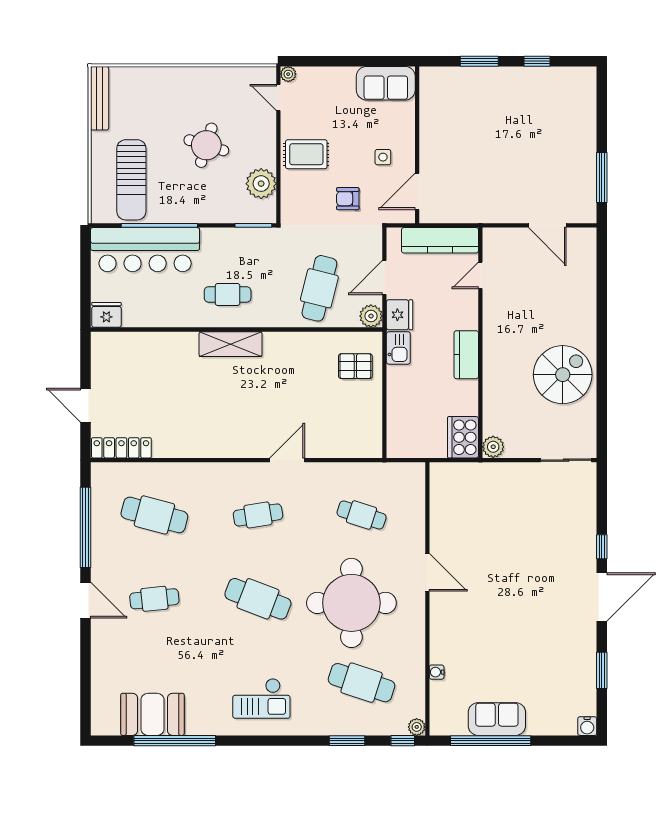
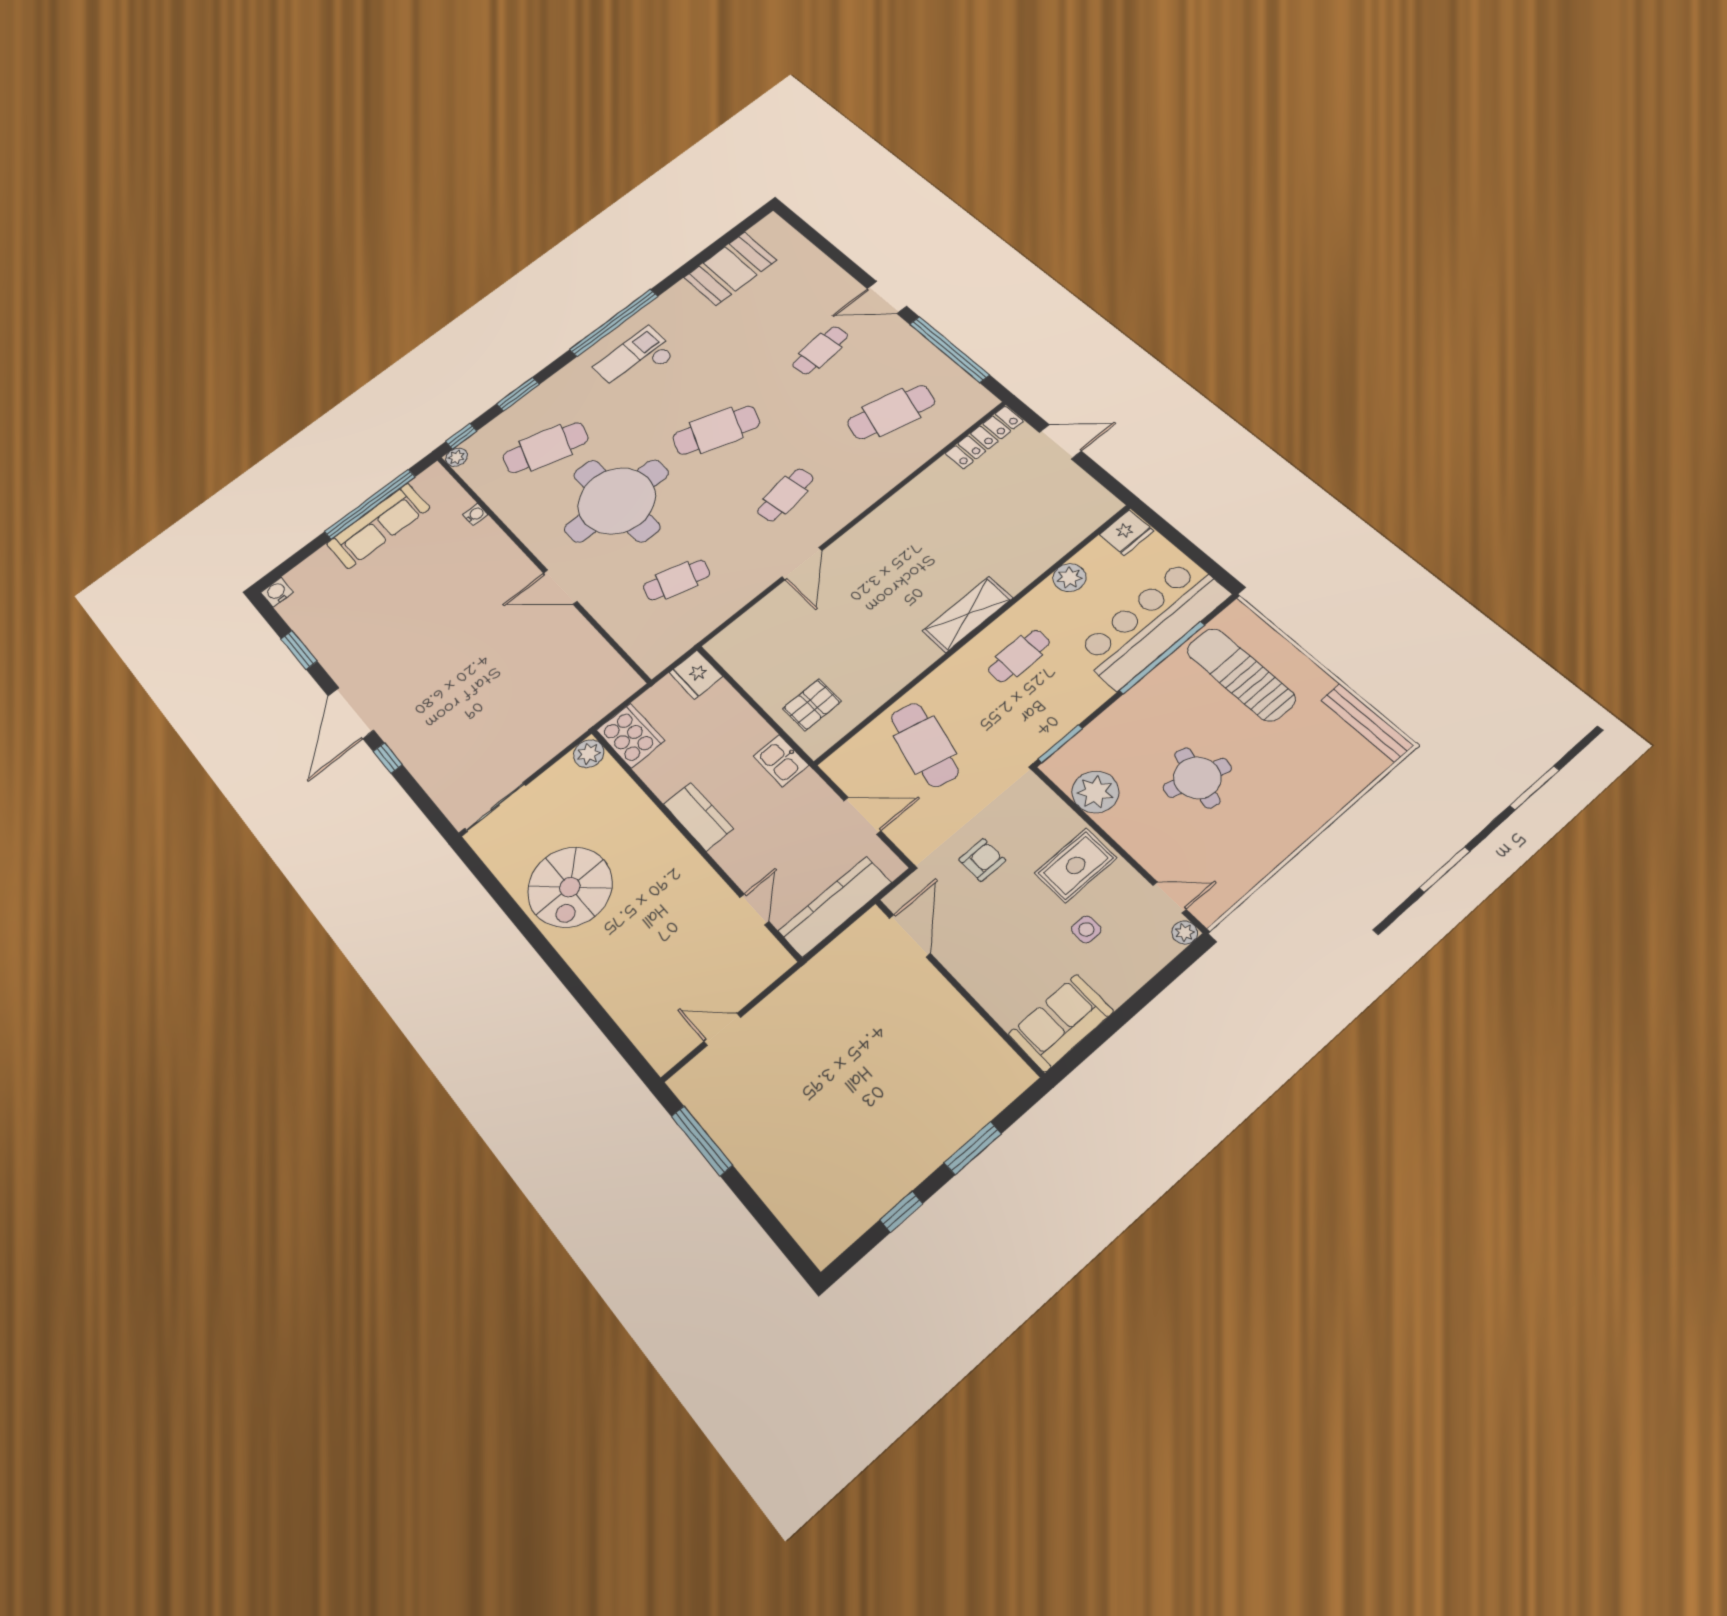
side table: (383, 157) -> (1086, 929), moved
door: (547, 225) -> (722, 1029), width x0.73
door: (384, 278) -> (862, 816), hinge flipped
fridge: (400, 315) -> (696, 675), moved
plant: (371, 316) -> (1069, 578), moved
sofa: (497, 719) -> (378, 526), width x1.36
window: (175, 741) -> (614, 323), moved

